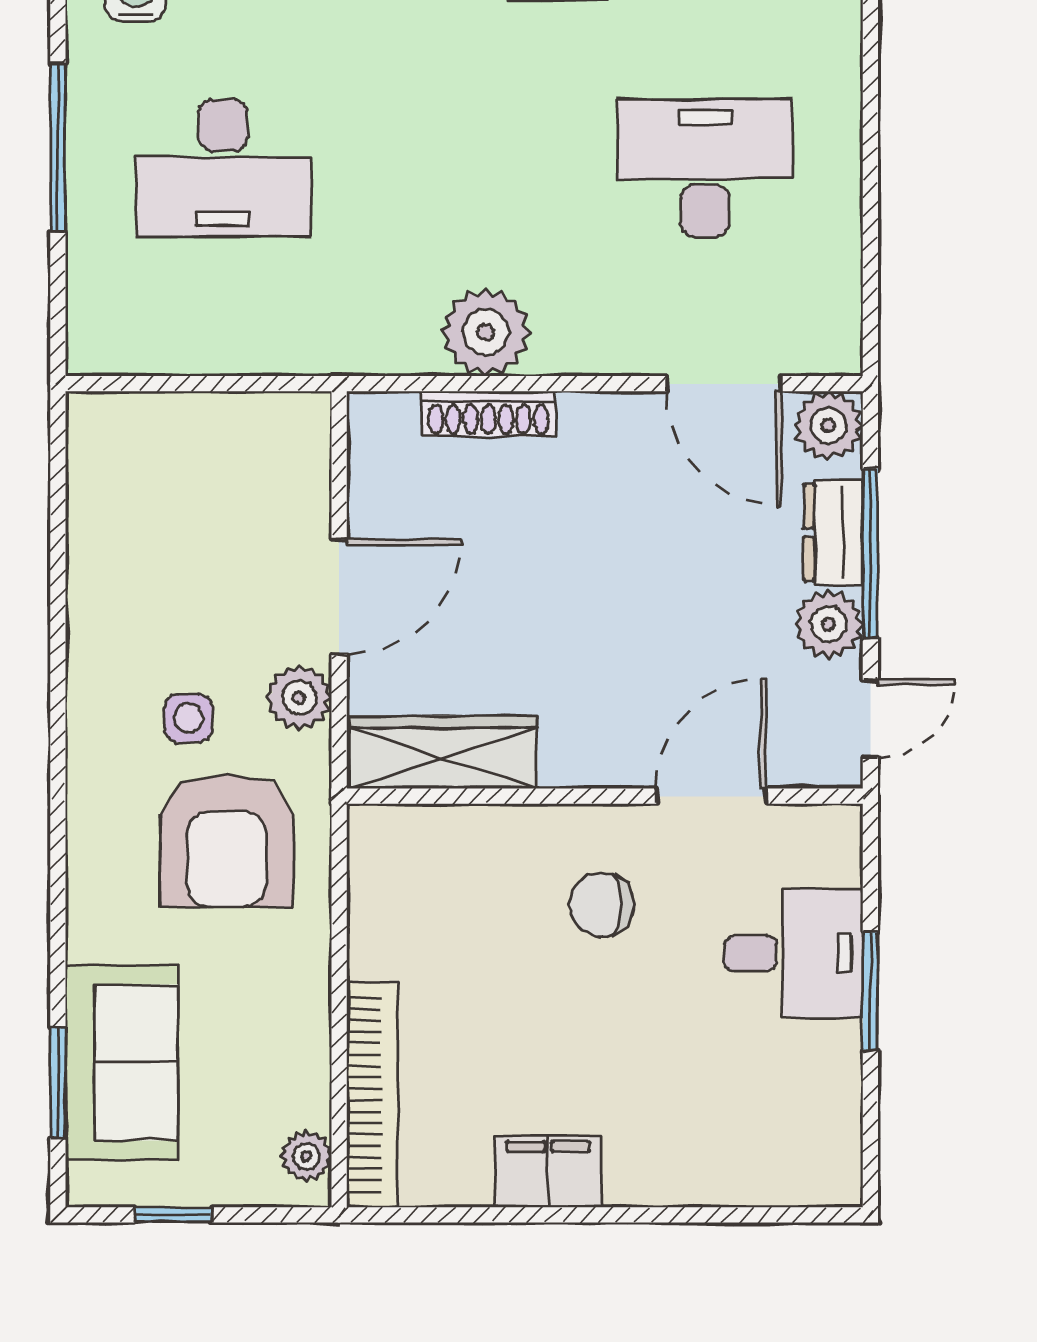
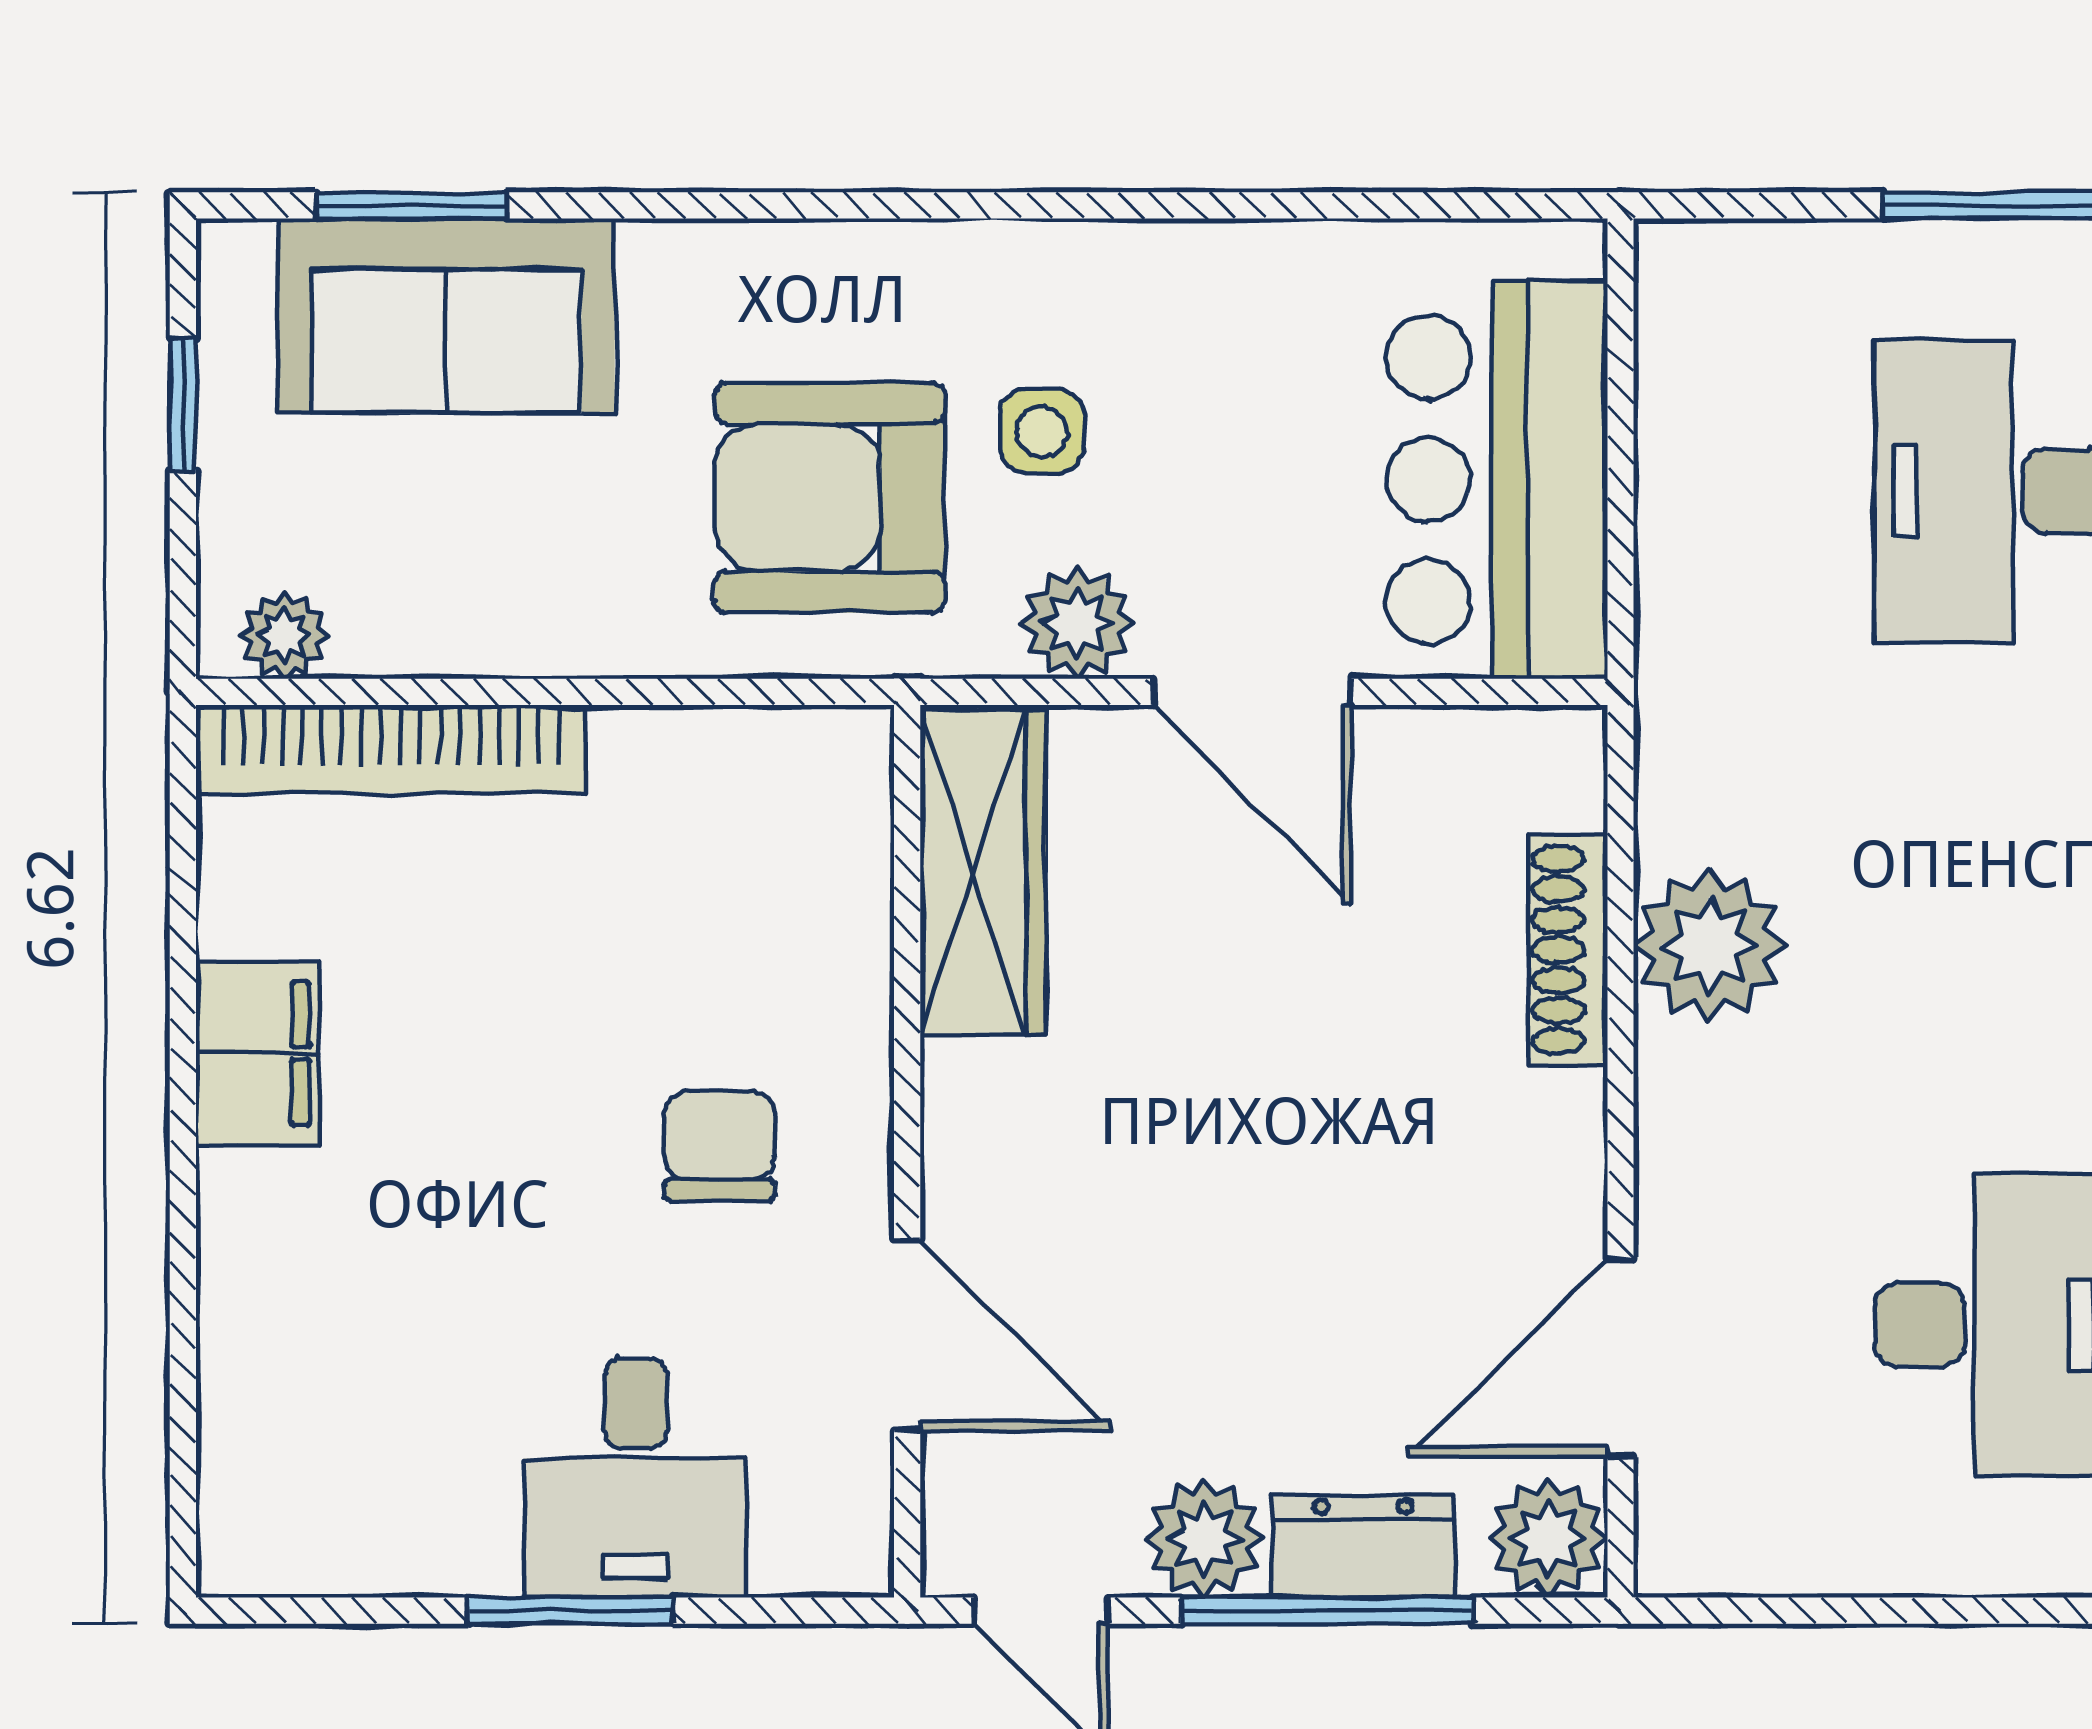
bar counter: (216, 455) -> (1497, 480), added

